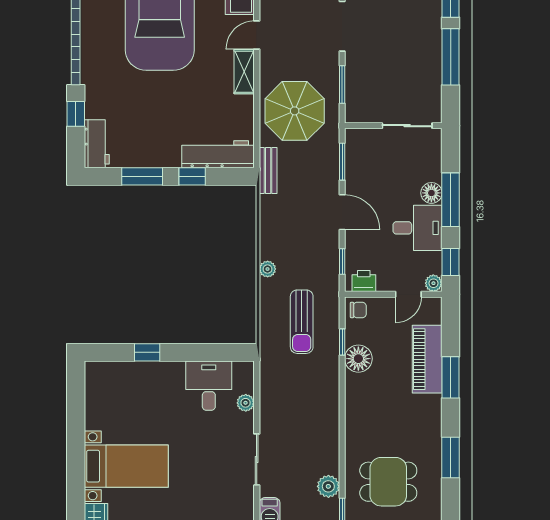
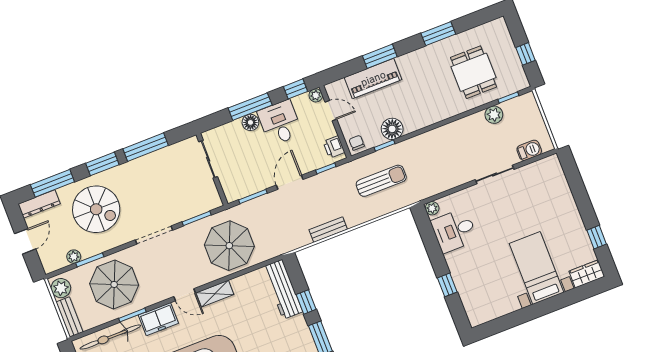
bench: (268, 170) -> (328, 230), moved
plant: (268, 269) -> (352, 221), removed
plant: (246, 403) -> (432, 208), moved

